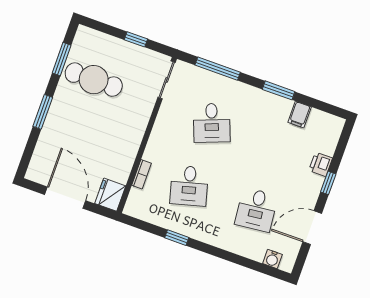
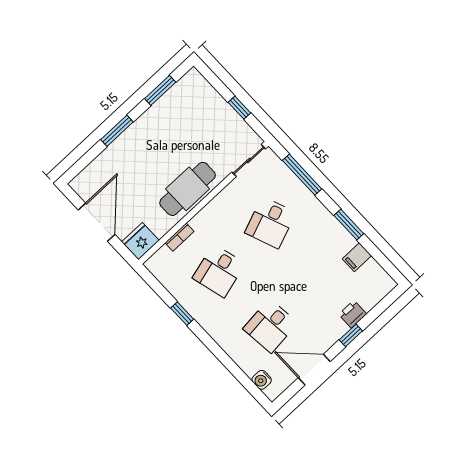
cafe table: (94, 80) -> (188, 189), moved, turned 90

